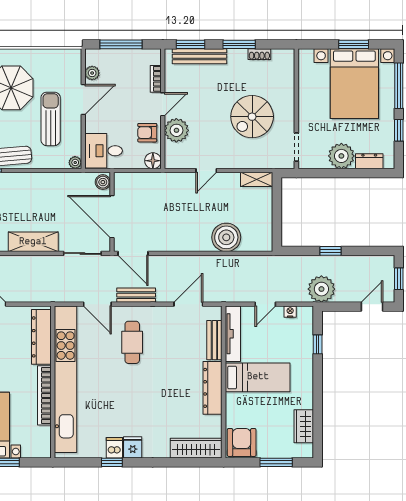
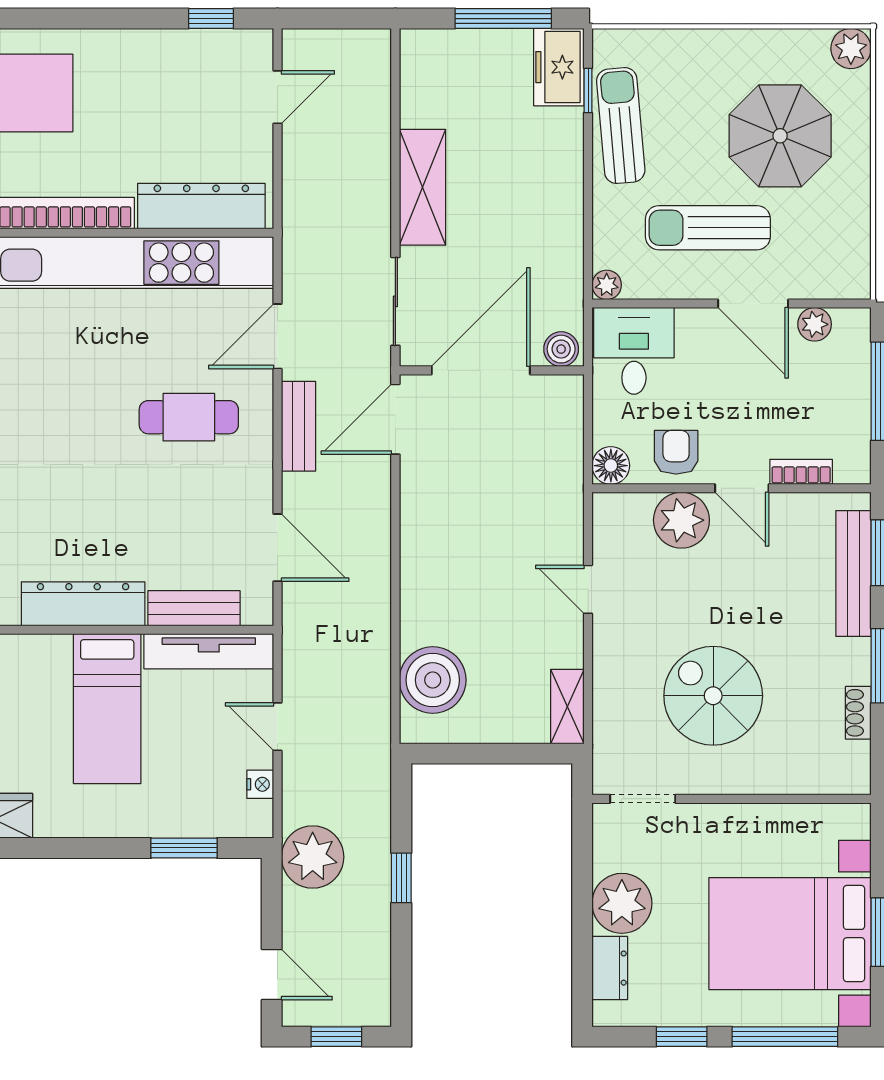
sun lounger: (51, 119) -> (708, 228), turned 180
boiler: (226, 237) -> (433, 680), moved
window: (318, 344) -> (184, 848), width x1.50

